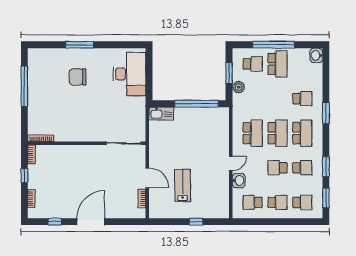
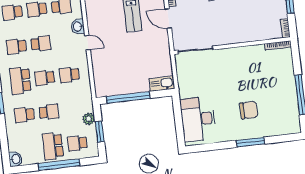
school desk: (277, 99) -> (49, 112), added
school desk: (253, 133) -> (69, 75), width x0.54
school desk: (277, 133) -> (45, 78), width x0.54
door: (231, 163) -> (88, 42), swing flipped

